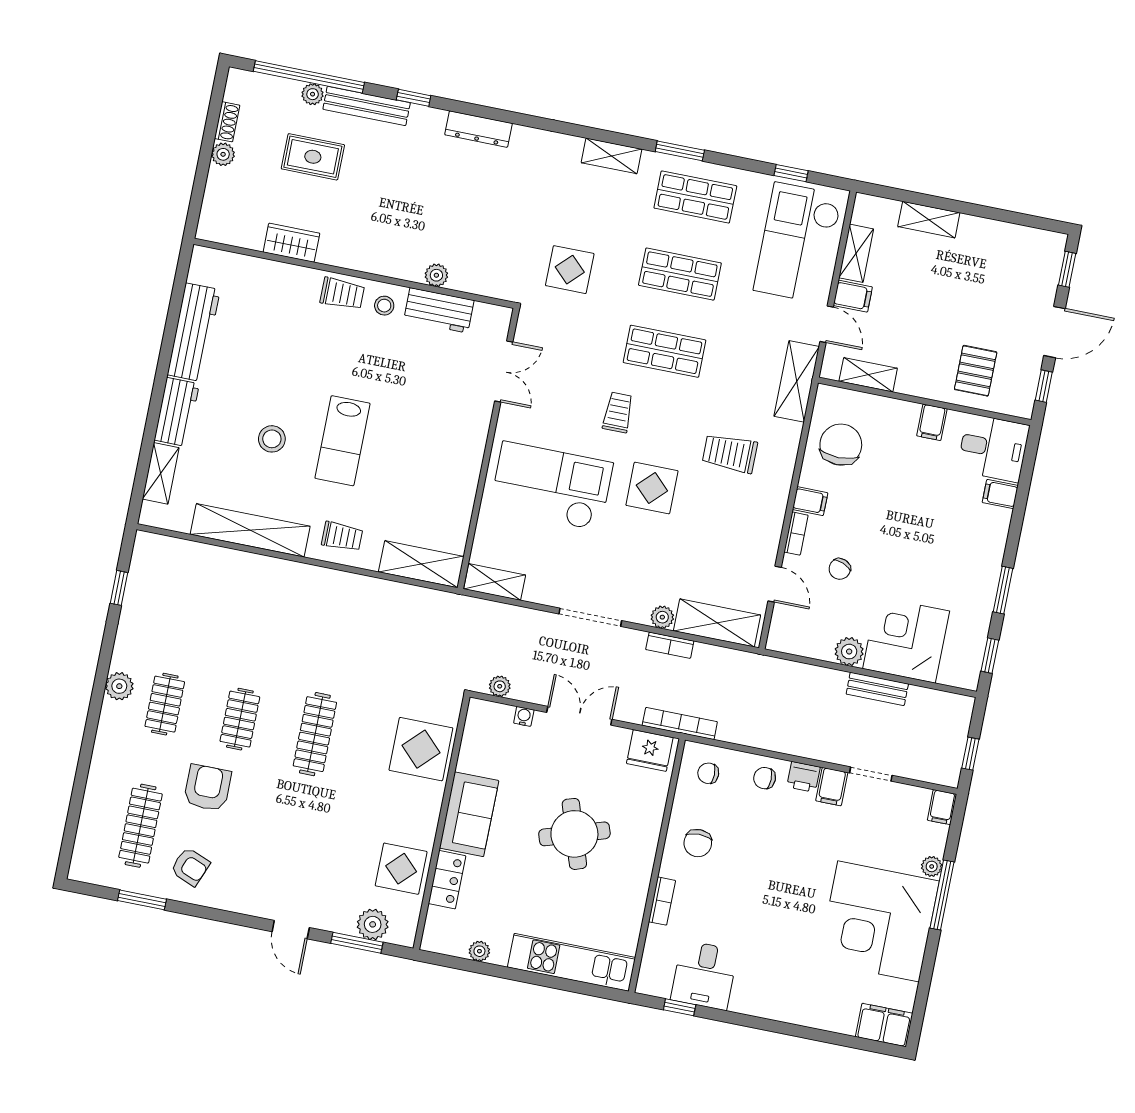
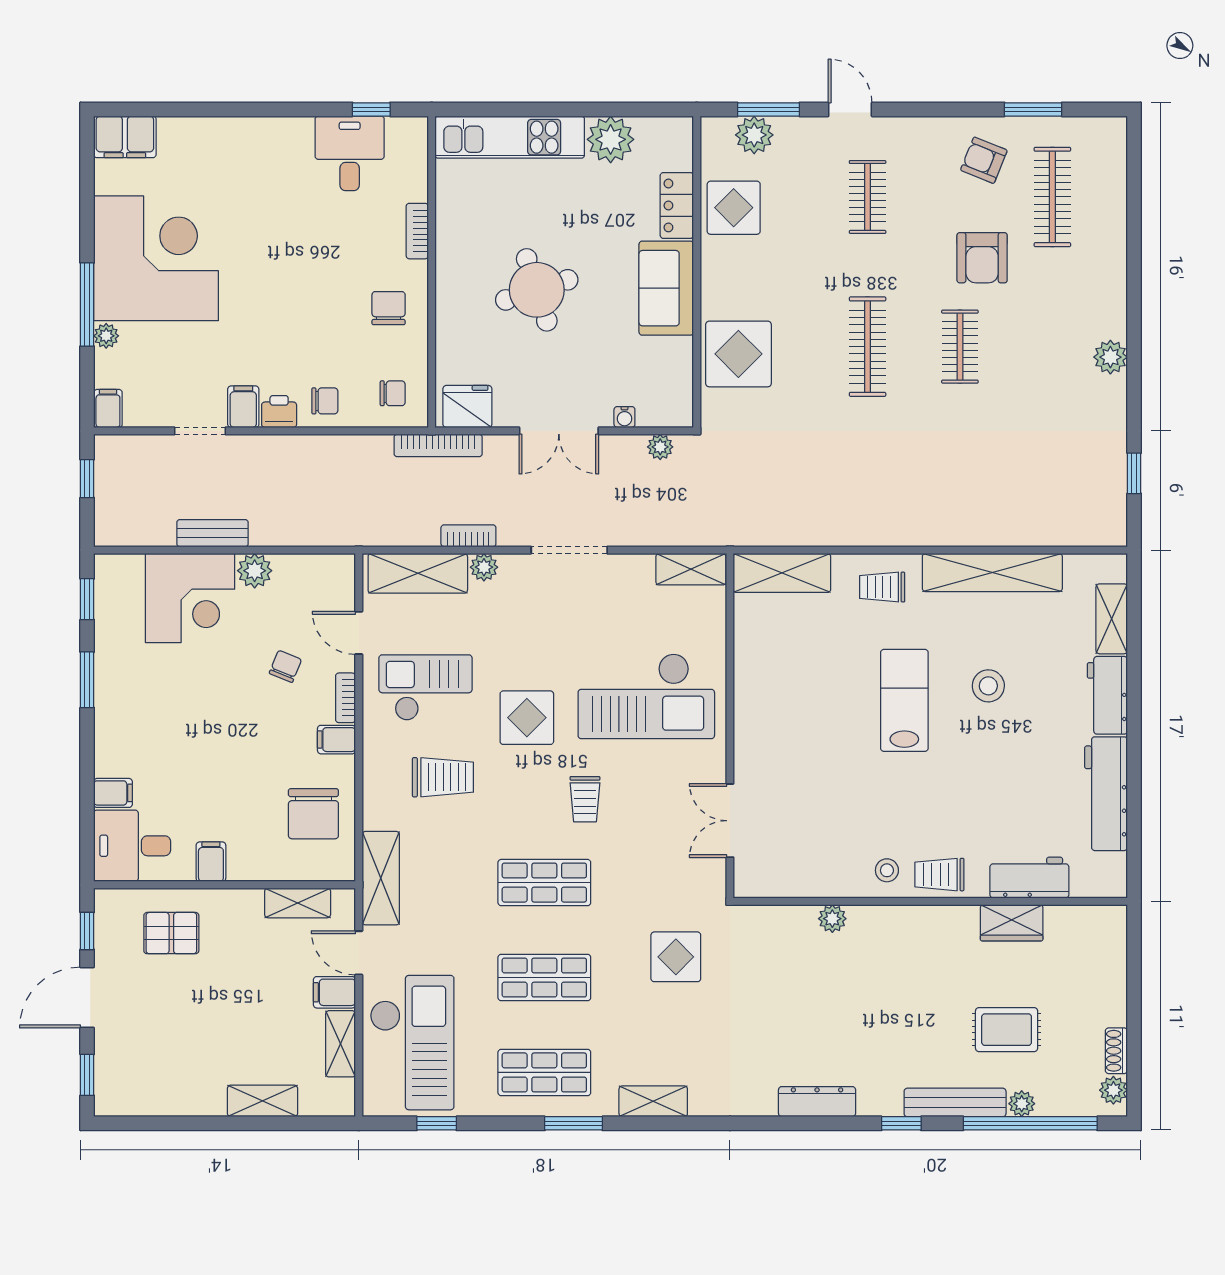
plant: (223, 154) -> (1113, 1090), moved
workbench: (439, 310) -> (1029, 878), moved
pallet: (976, 371) -> (171, 933), turned 90
checkout: (729, 529) -> (425, 688), added
clothes rail: (165, 704) -> (868, 197), moved
plant: (479, 951) -> (611, 139), width x1.88, depth x1.88

